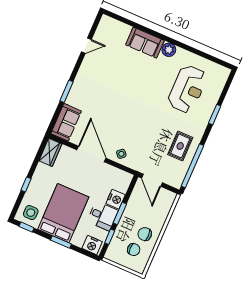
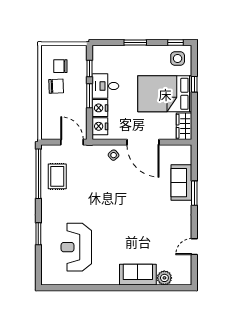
plant: (169, 50) -> (164, 278), moved
sofa: (66, 122) -> (181, 183), moved
rug: (180, 146) -> (57, 176), moved
bed: (63, 213) -> (165, 94), moved, turned 90
nightstand: (92, 245) -> (100, 126), moved, turned -90

